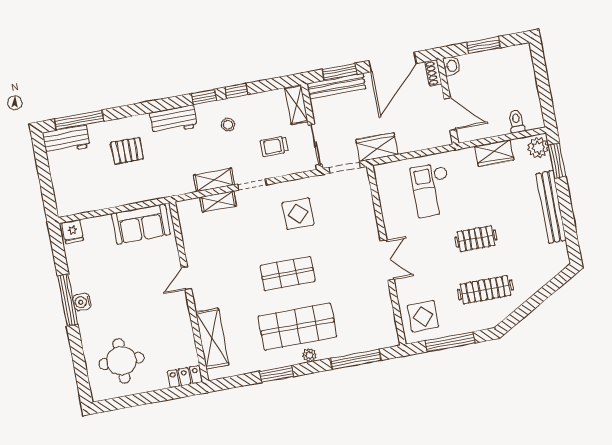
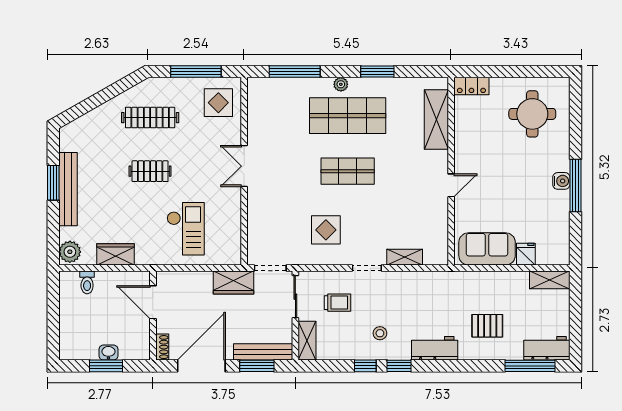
washbasin: (451, 66) -> (108, 353), moved, turned 90
window: (557, 161) -> (53, 183), moved
shelving: (214, 180) -> (549, 280), moved
fridge: (73, 232) -> (526, 254), moved

